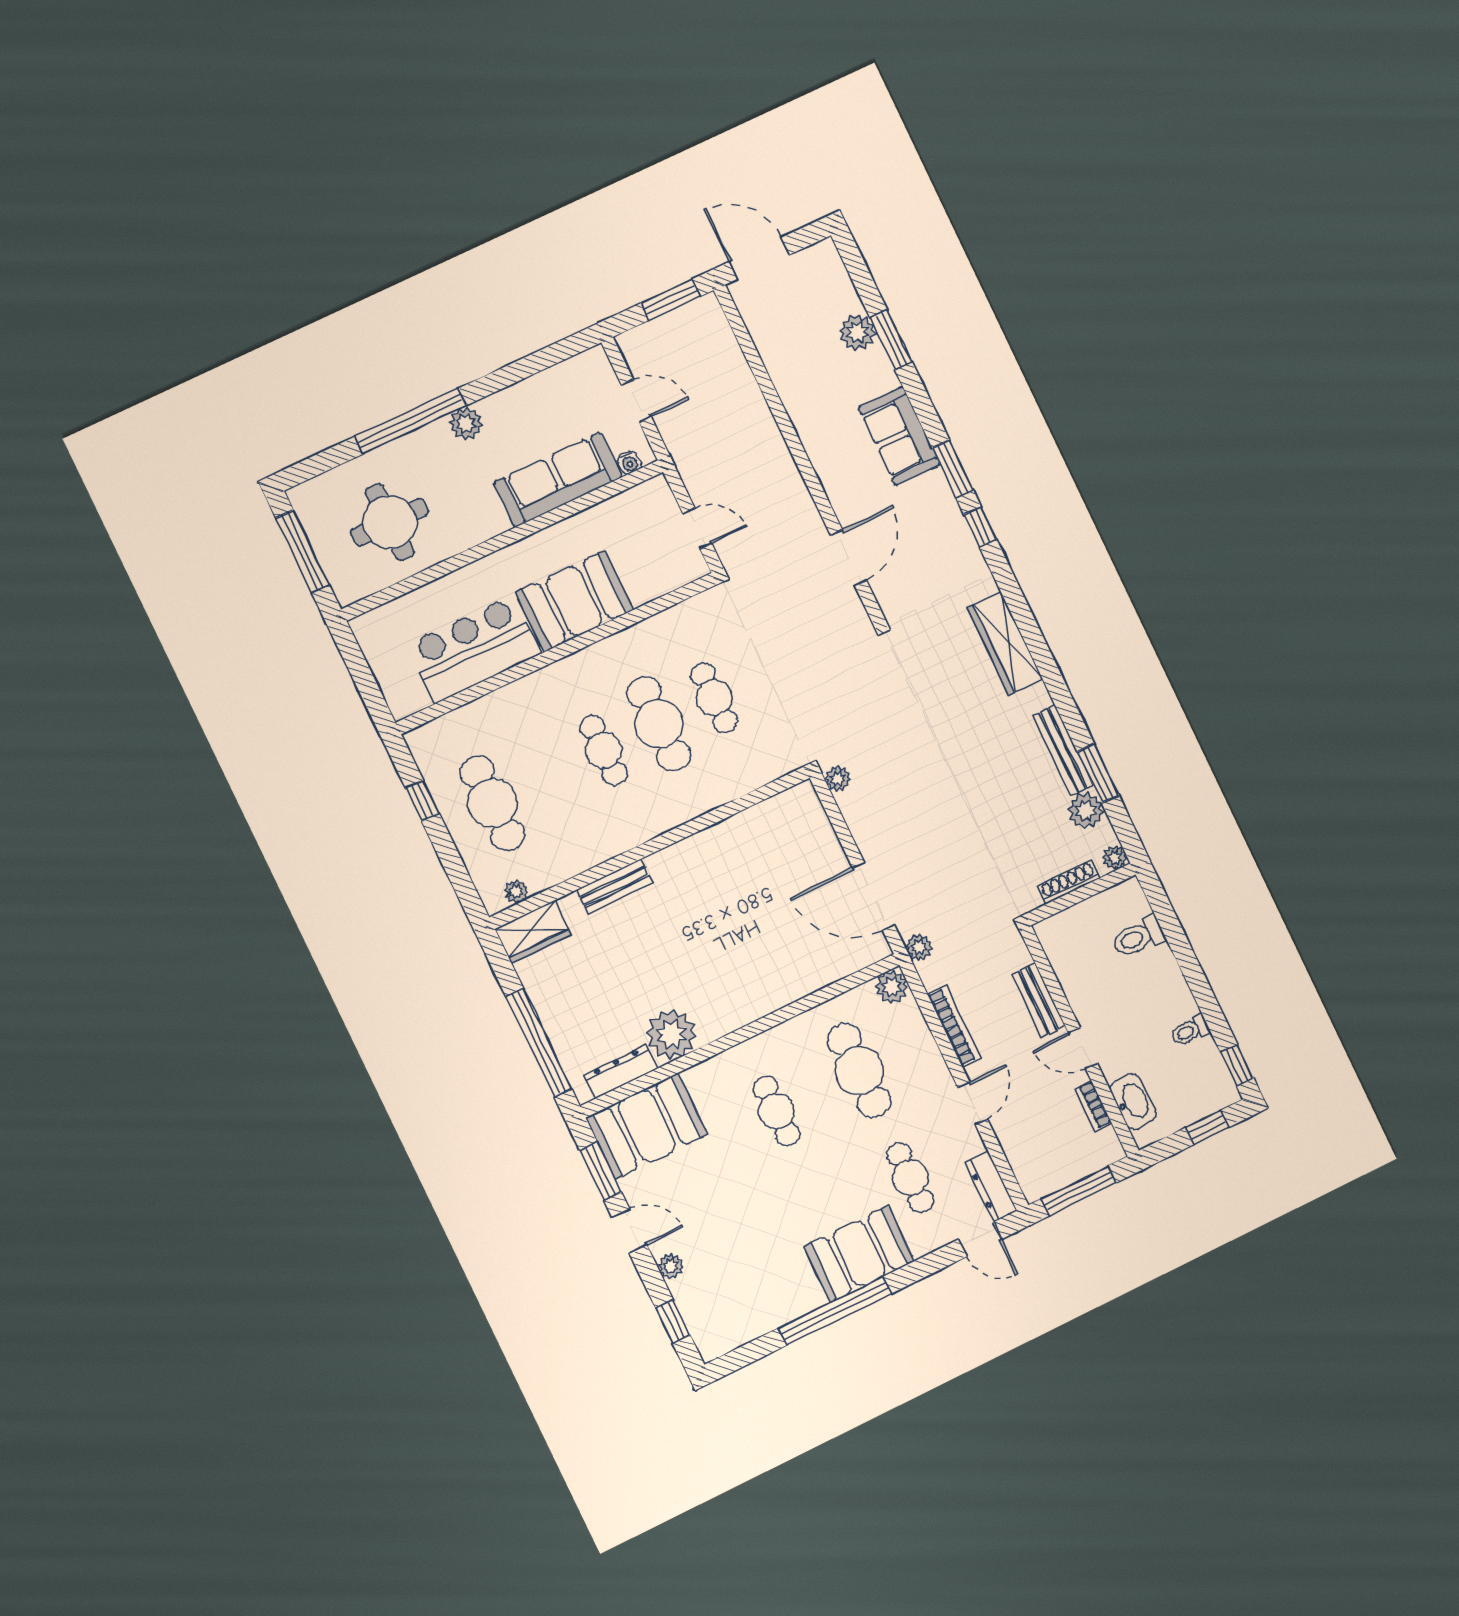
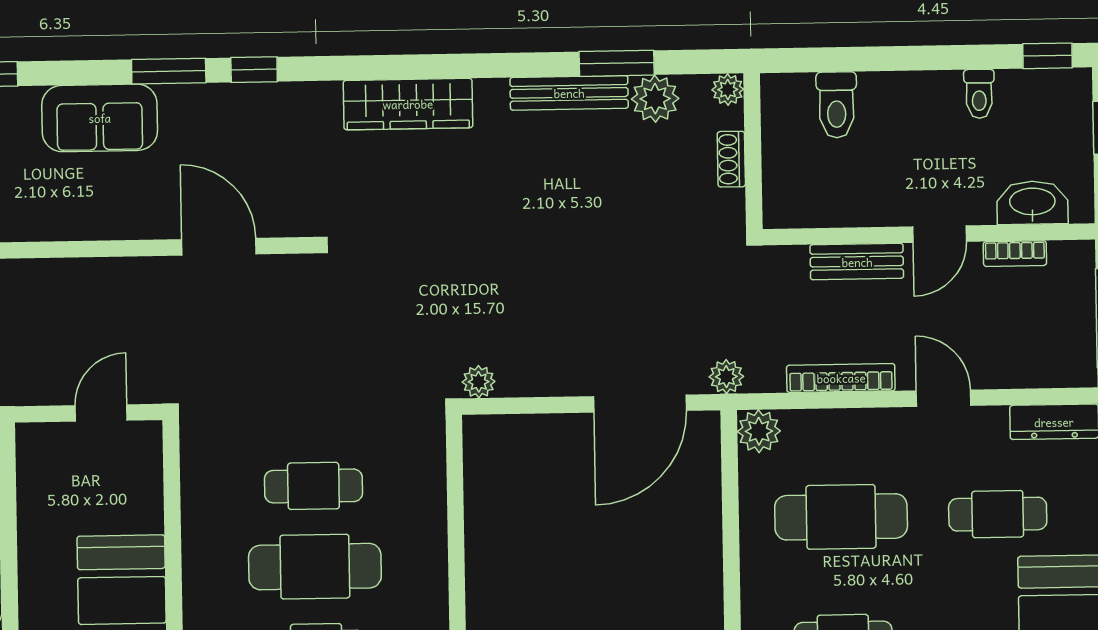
shoe rack: (1069, 882) -> (731, 159), width x0.70

